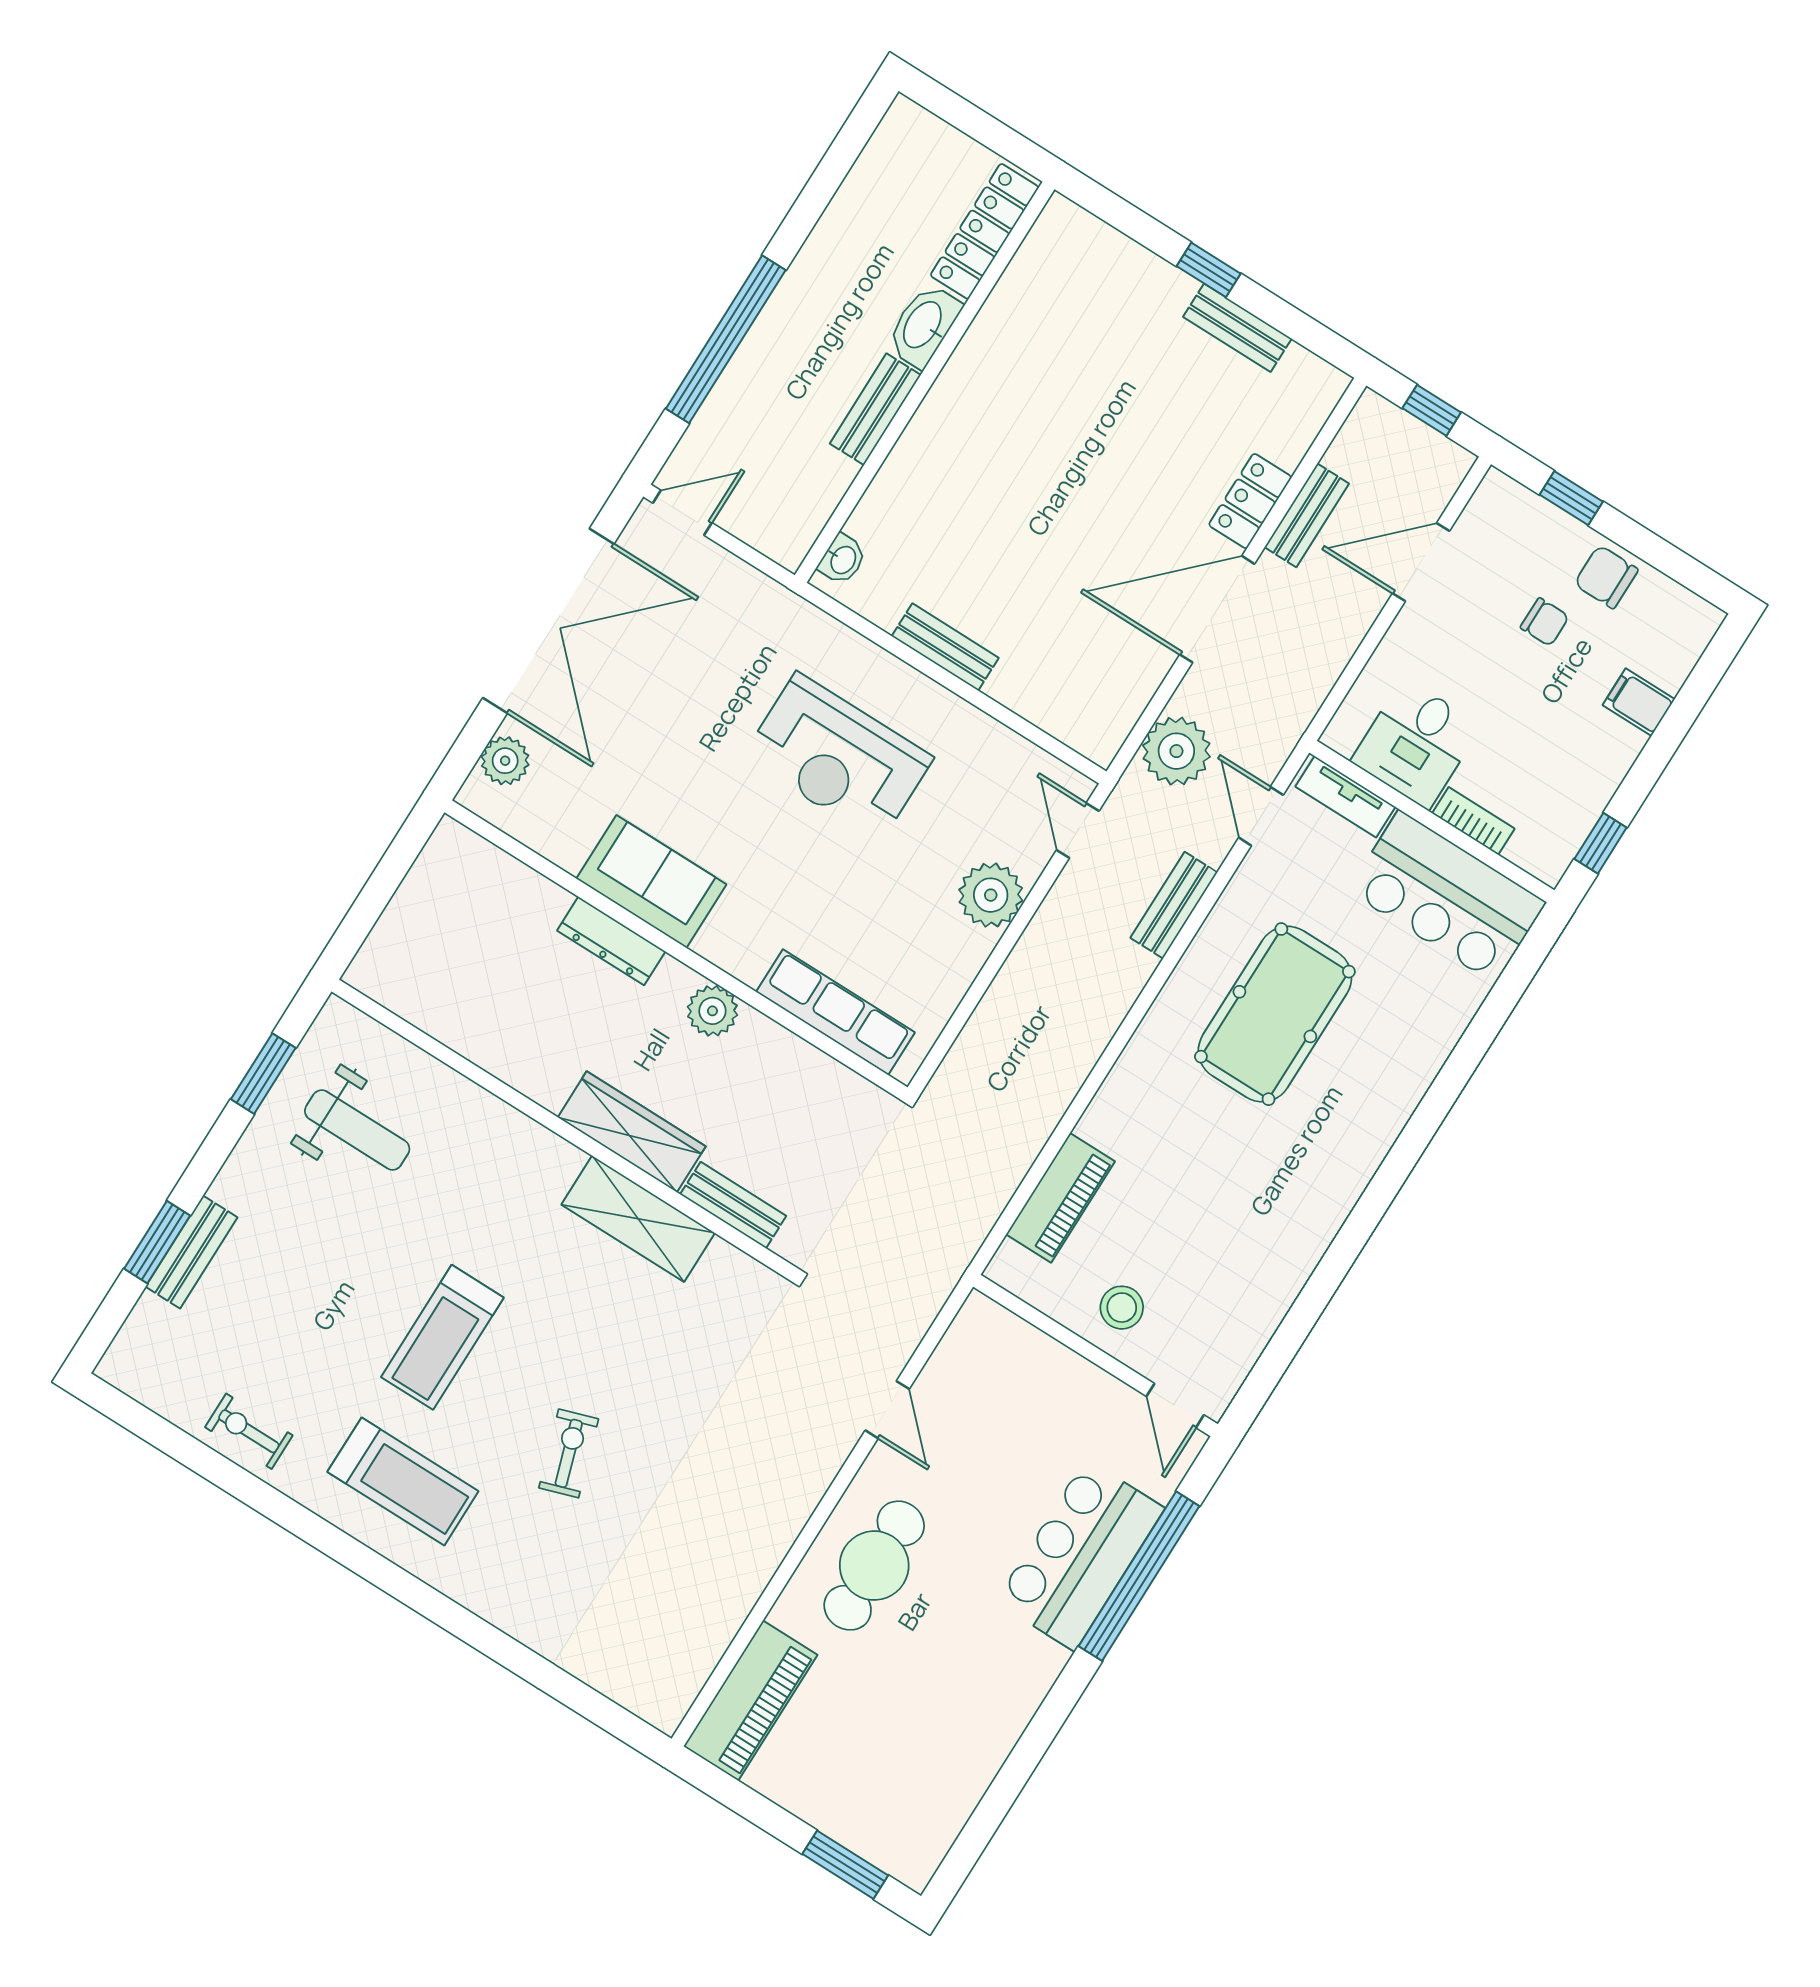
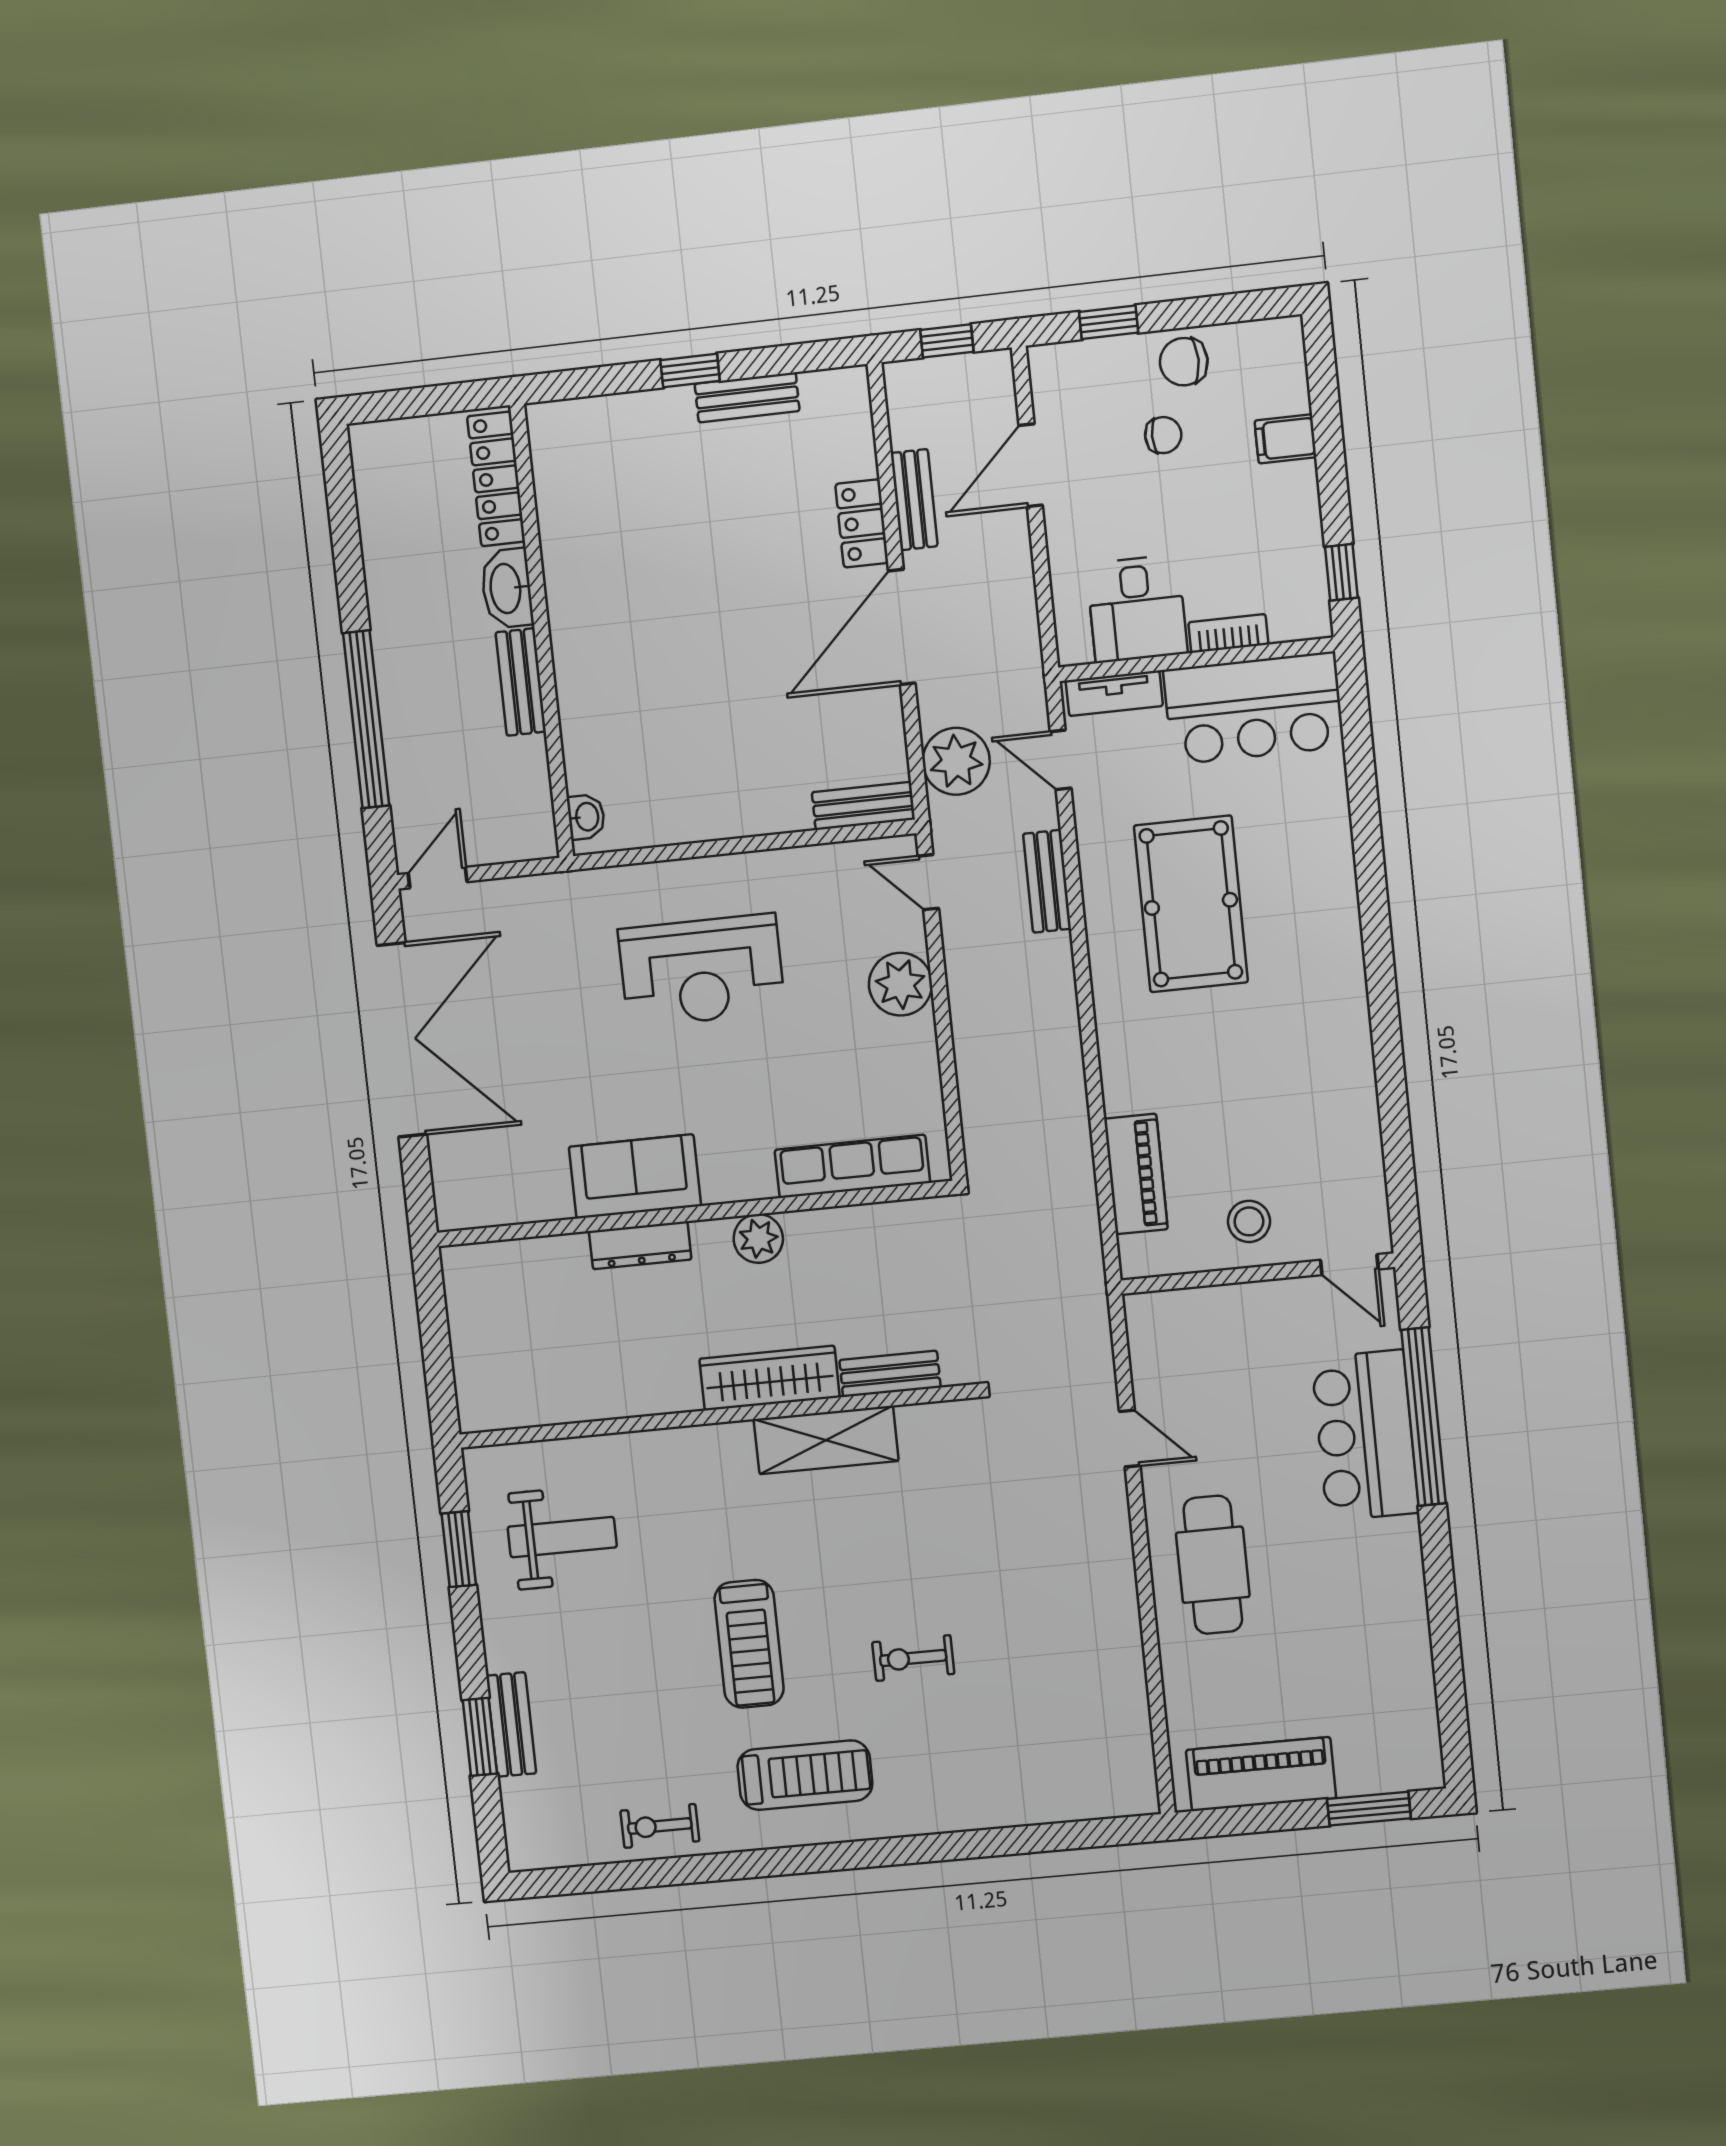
bench: (945, 647) -> (863, 806), moved
plant: (505, 761) -> (453, 1171), removed
exercise bike: (569, 1453) -> (913, 1658), turned -72
piano: (750, 1701) -> (1261, 1774), moved, turned -90

